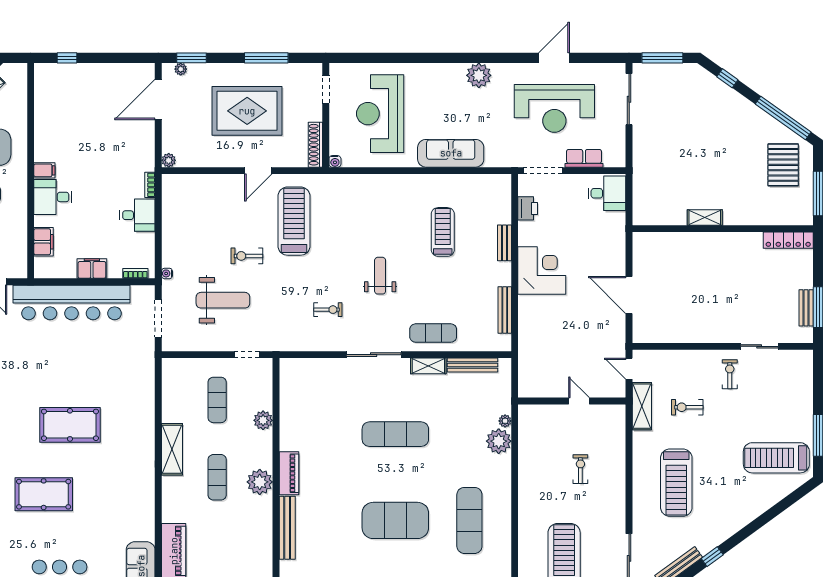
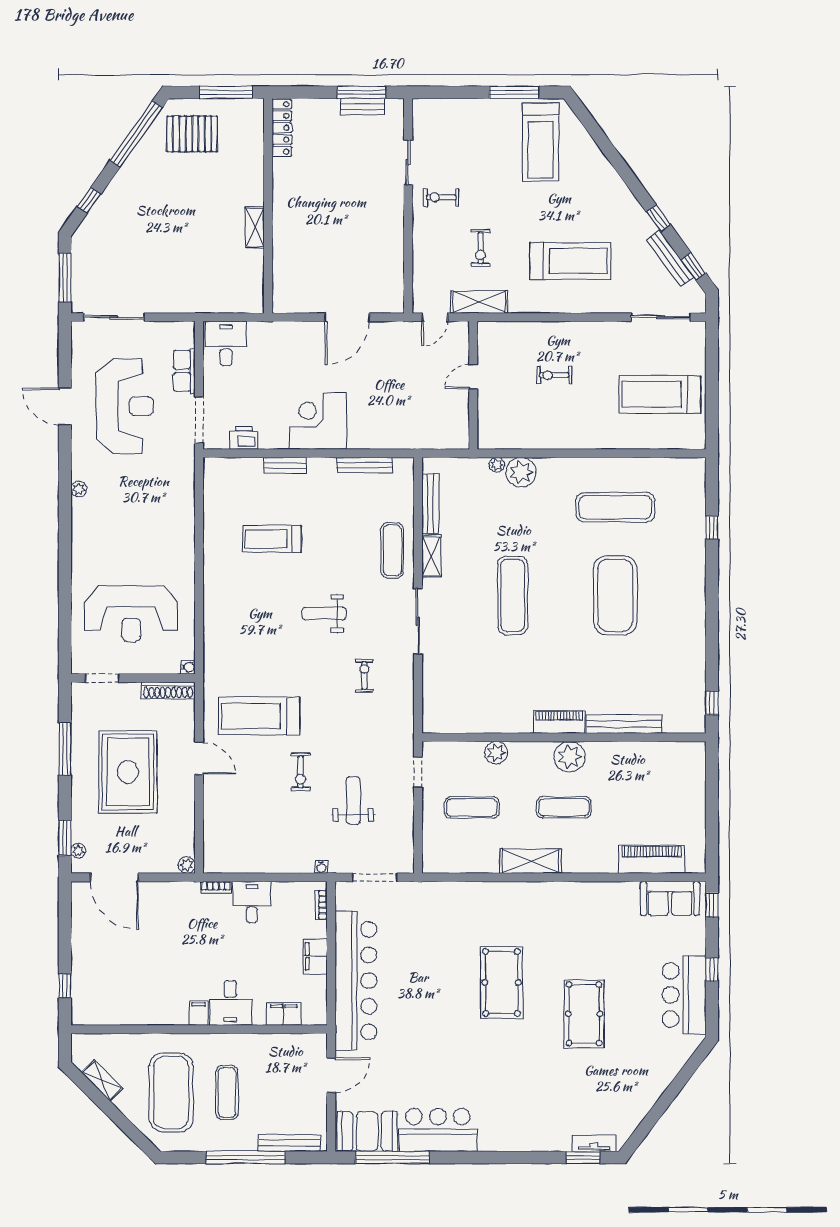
plant: (479, 75) -> (79, 489), width x0.53, depth x0.53
sofa: (451, 153) -> (178, 529), removed
weight bench: (223, 300) -> (353, 801), width x0.73, depth x0.75

